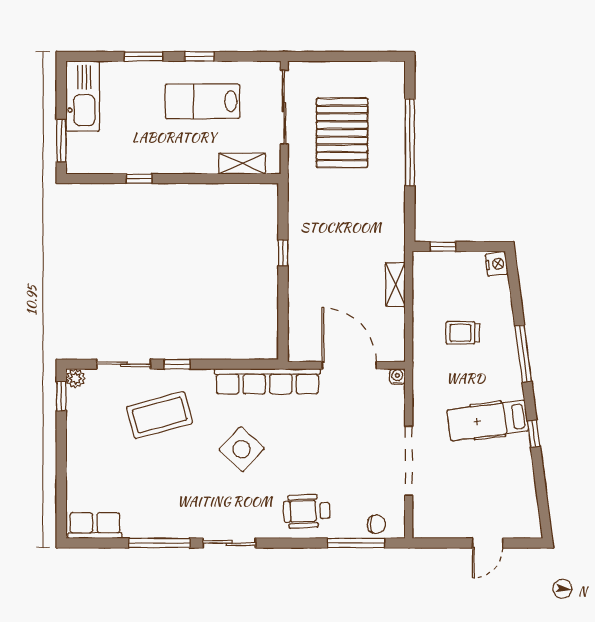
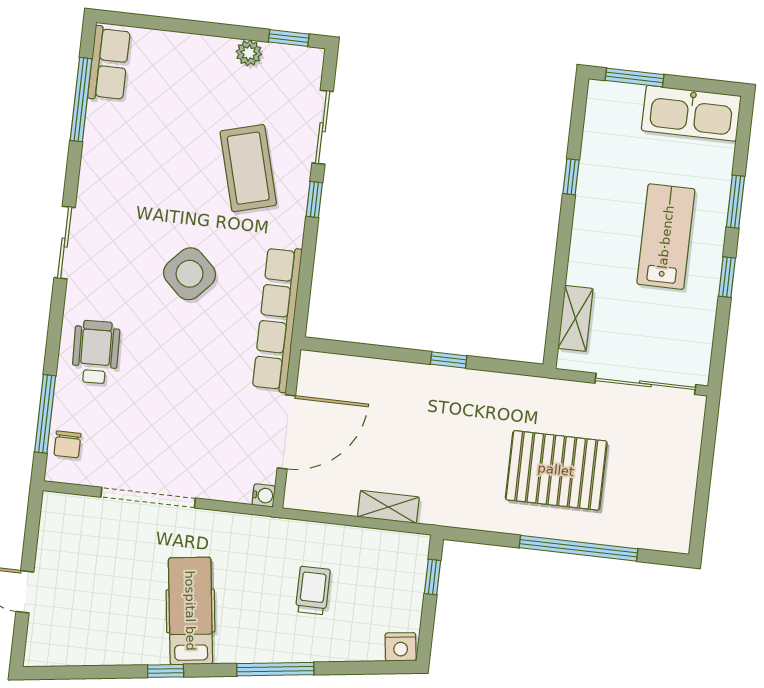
lab bench: (203, 101) -> (666, 237), moved
pallet: (342, 133) -> (556, 470), moved
plant: (75, 378) -> (249, 53), moved
window: (159, 543) -> (81, 100), moved

